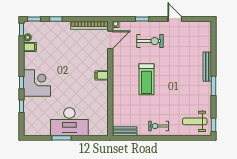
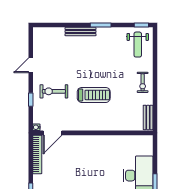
door: (110, 40) -> (53, 133), swing flipped
exercise bike: (150, 41) -> (54, 91), turned -90
filing cabinet: (102, 75) -> (90, 142), removed

